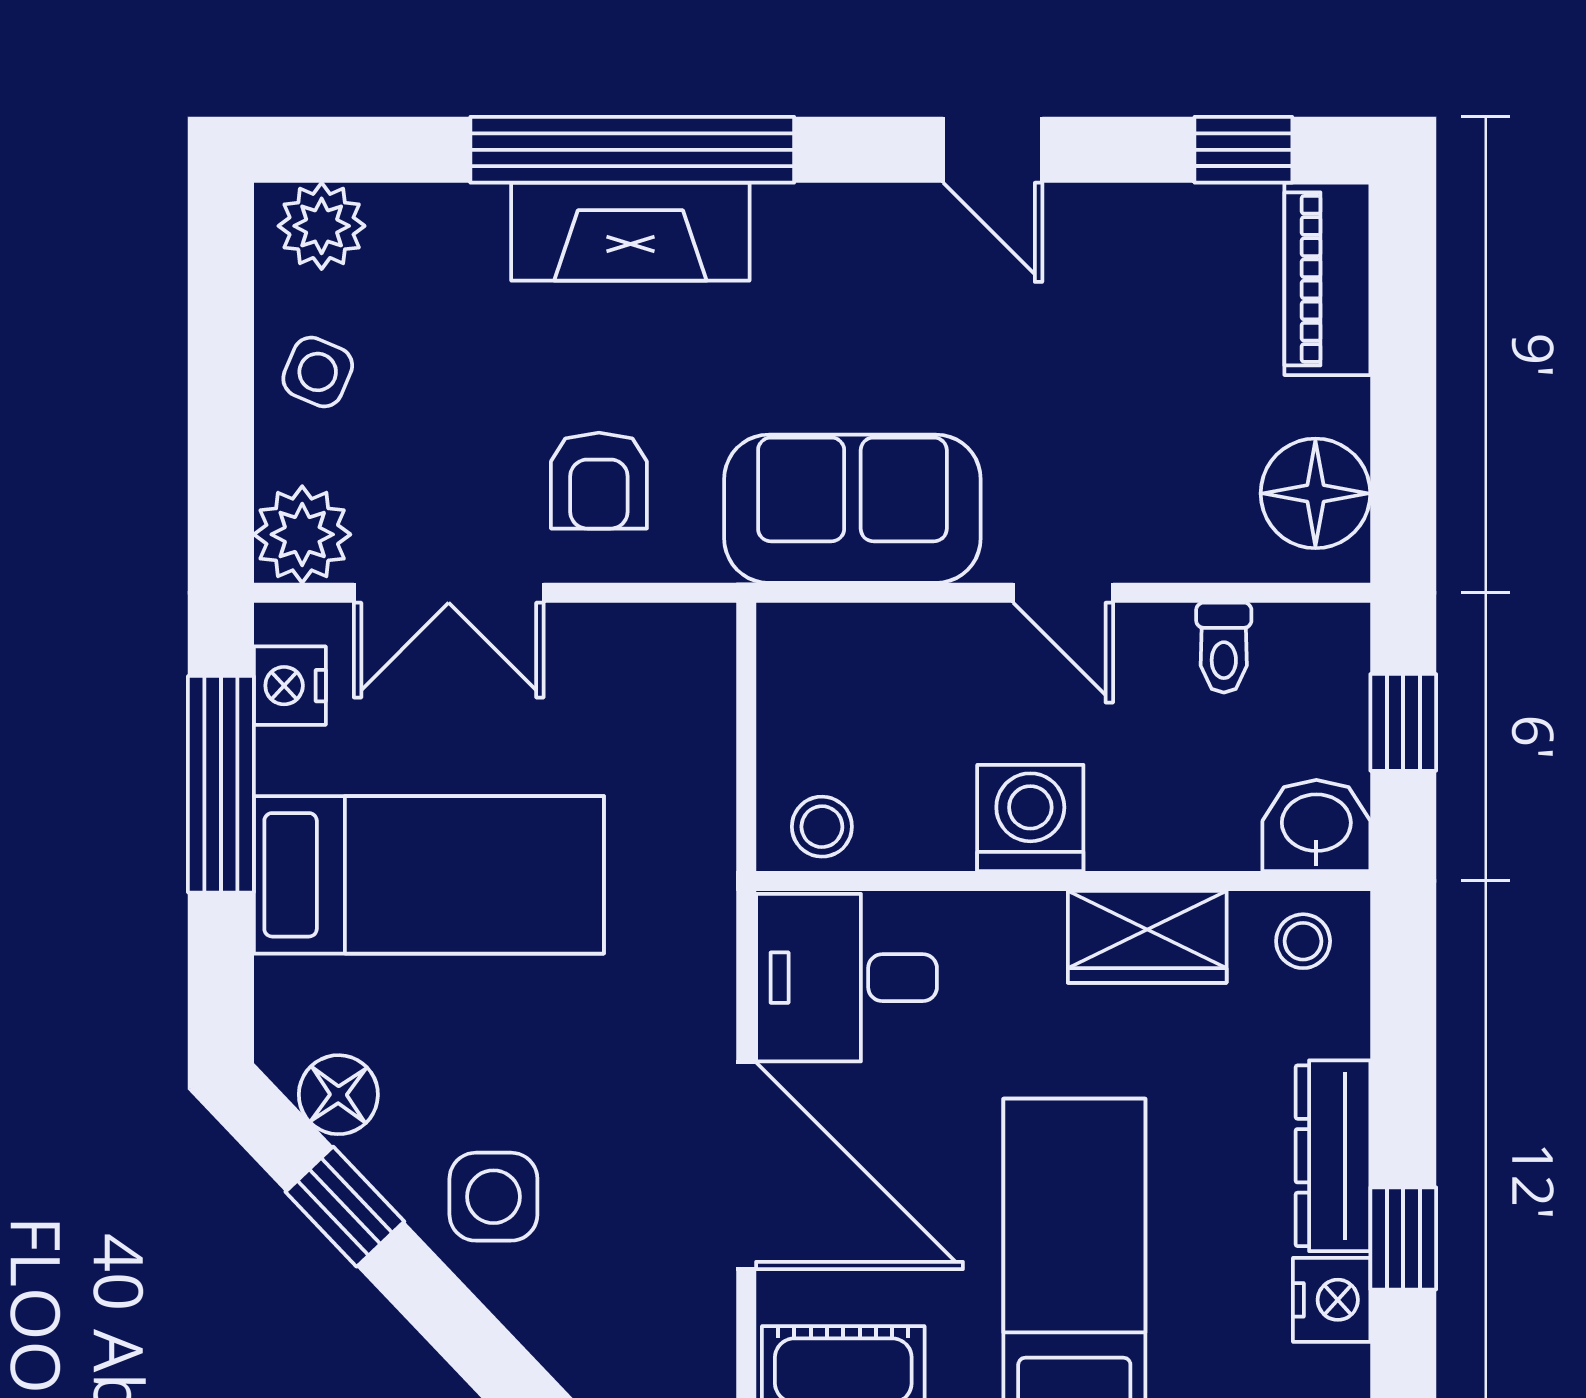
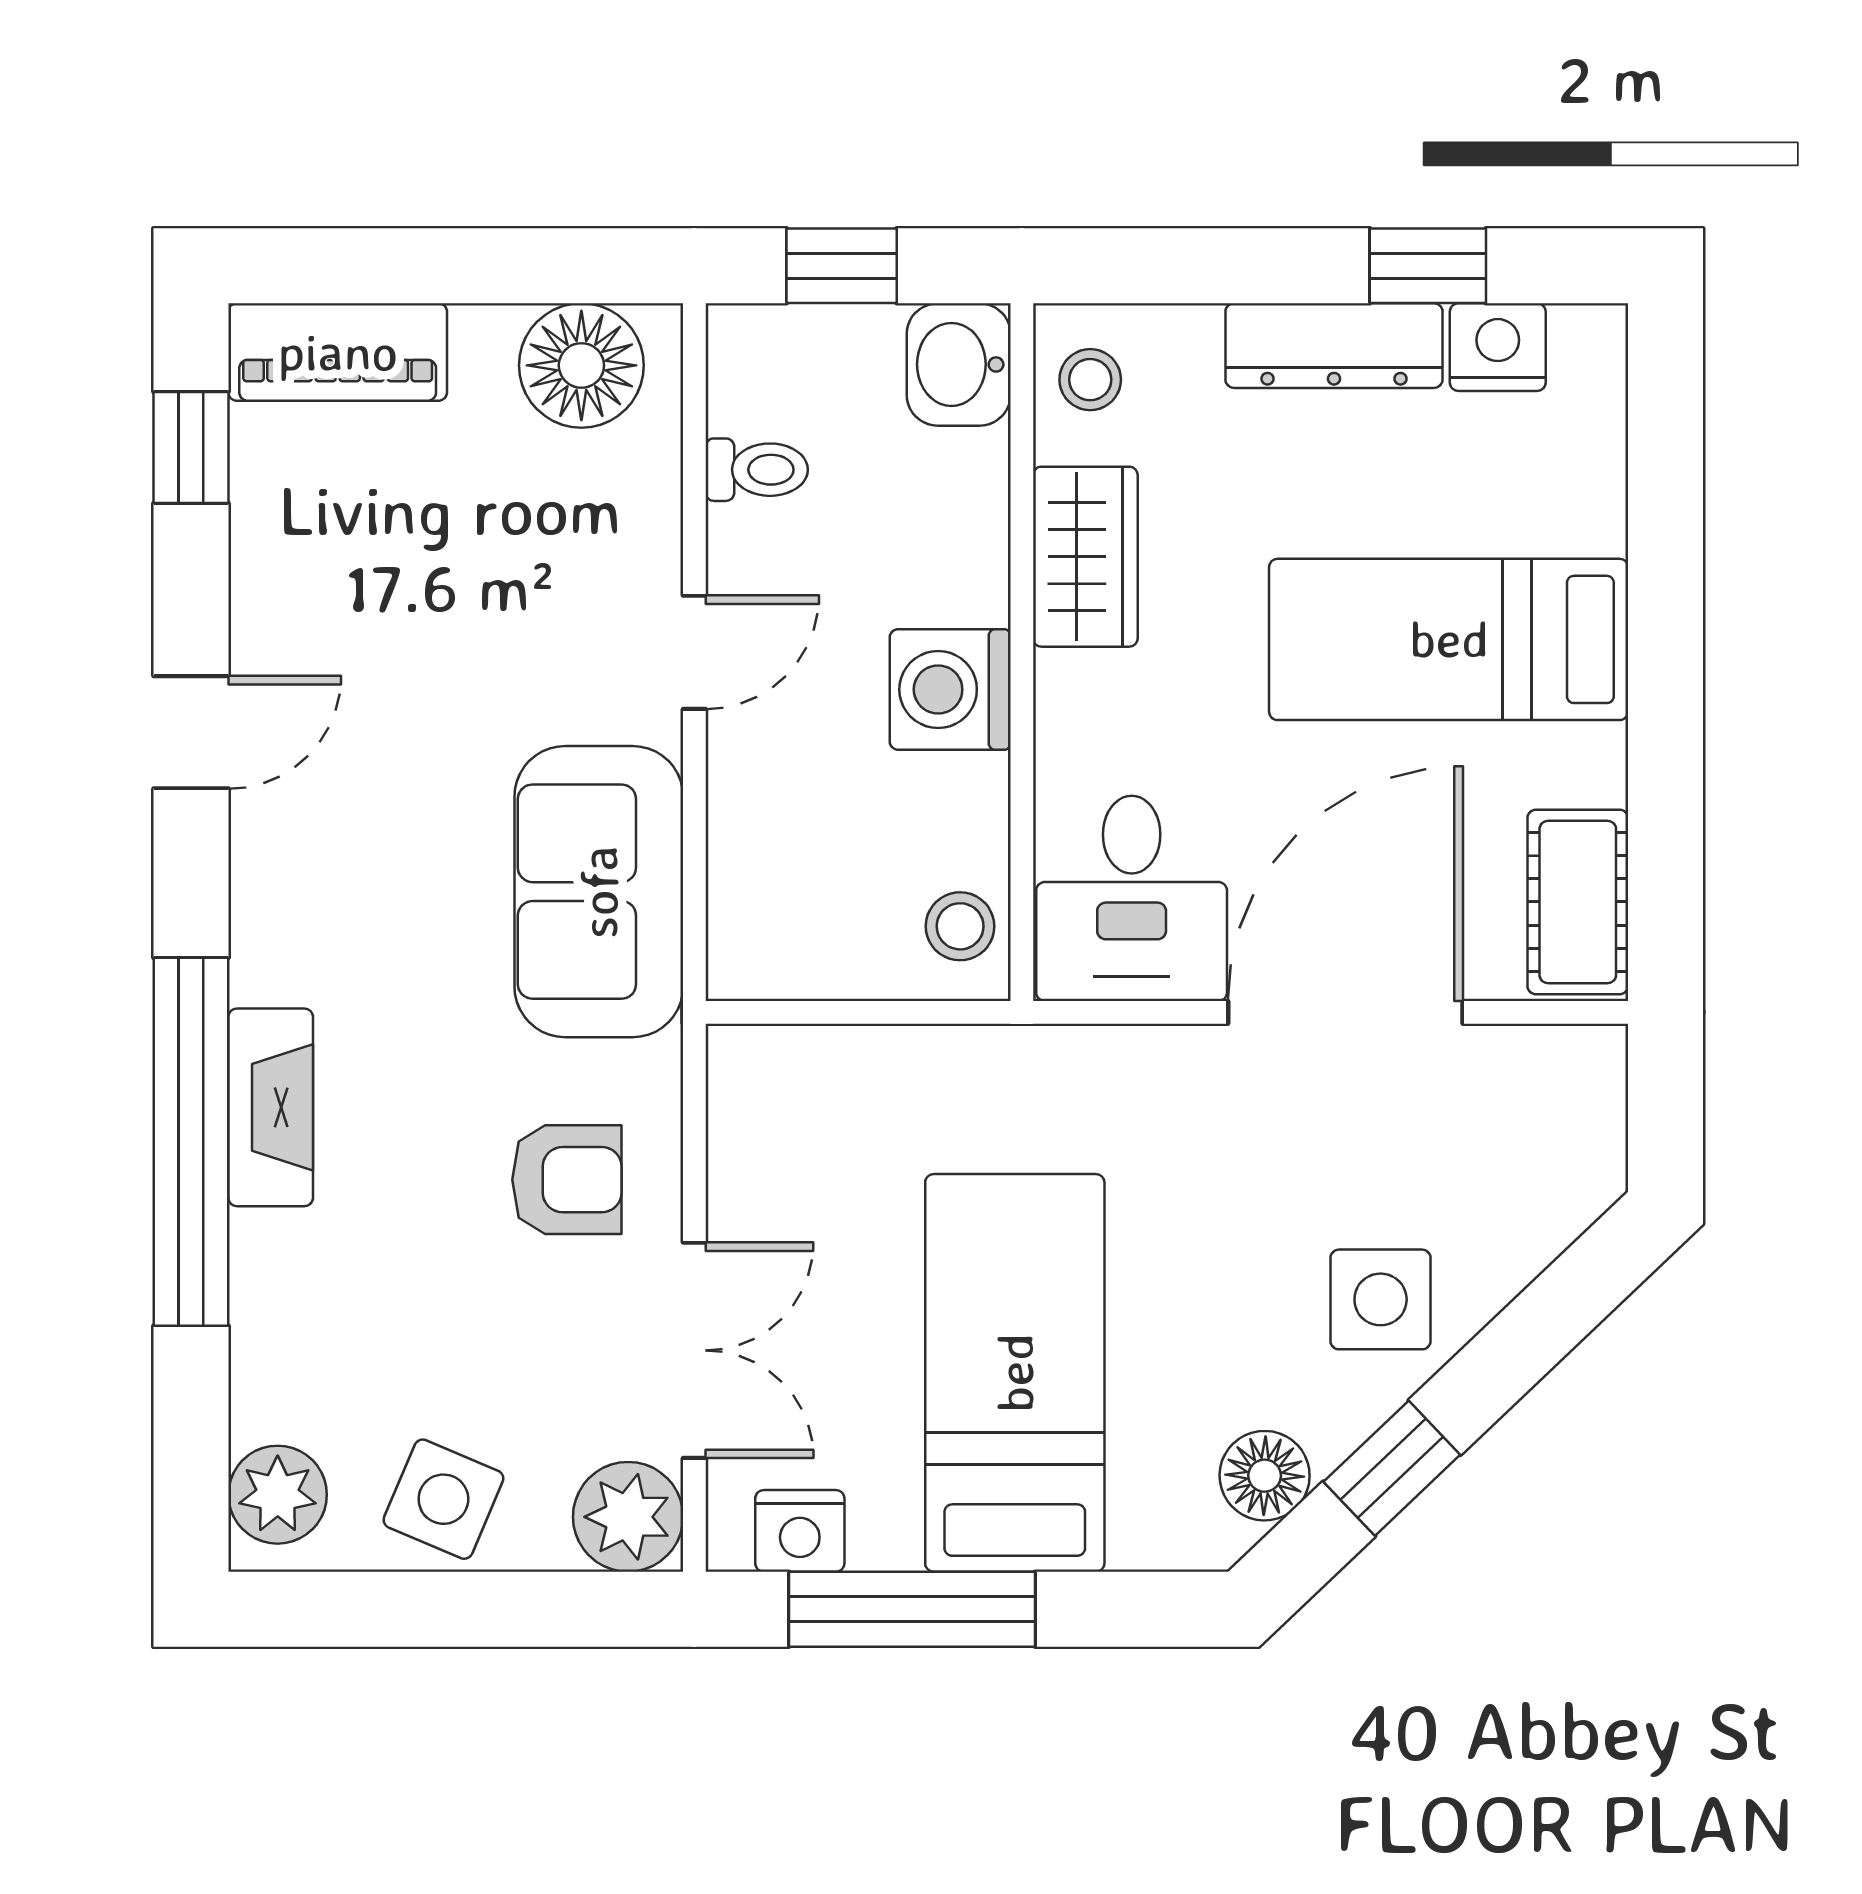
fireplace: (630, 232) -> (271, 1107), width x0.73, depth x0.76
side table: (318, 372) -> (443, 1499), width x1.37, depth x1.37

